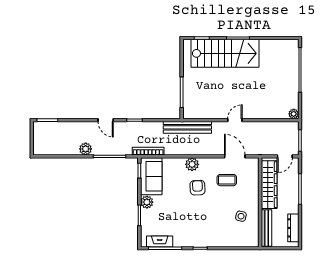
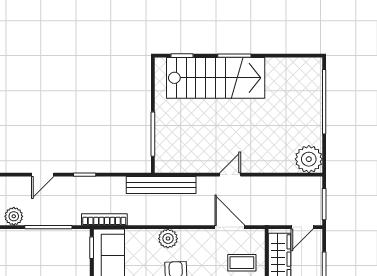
plant: (294, 114) -> (309, 159), width x1.88, depth x1.88
door: (106, 120) -> (43, 175), hinge flipped
coffee table: (227, 180) -> (242, 263), moved

